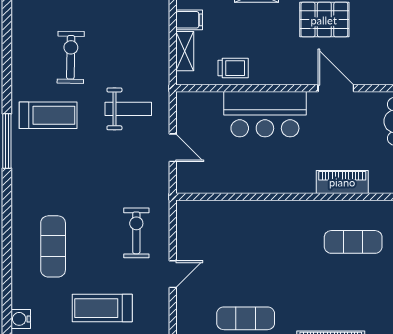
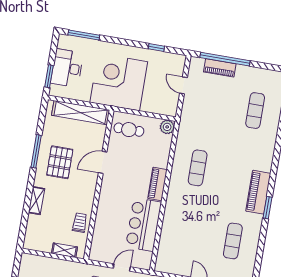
filing cabinet: (189, 20) -> (46, 244), removed
bar counter: (265, 114) -> (144, 224), moved, turned 180
piano: (342, 182) -> (157, 184), moved

